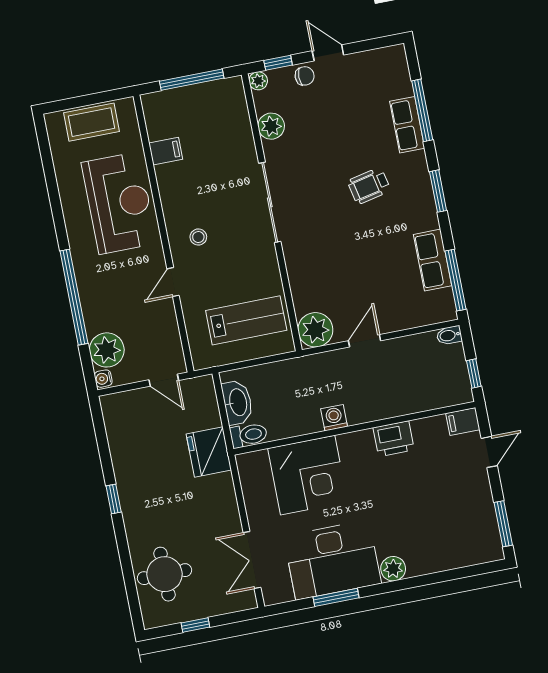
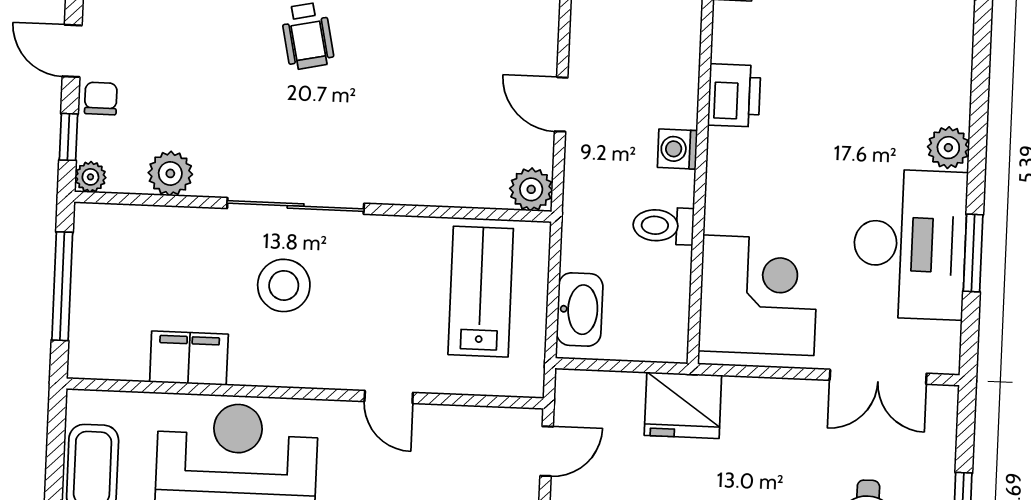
door: (328, 53) -> (72, 51), hinge flipped
filing cabinet: (166, 151) -> (189, 358), width x2.00
stool: (198, 237) -> (284, 285), moved, width x1.89, depth x1.89
plant: (315, 330) -> (531, 189), width x0.73, depth x0.73
washbasin: (237, 402) -> (580, 309), moved, turned 90
washing machine: (334, 418) -> (677, 149), moved
toilet: (249, 435) -> (663, 226), moved, turned -90
corner desk: (308, 475) -> (758, 295), moved

